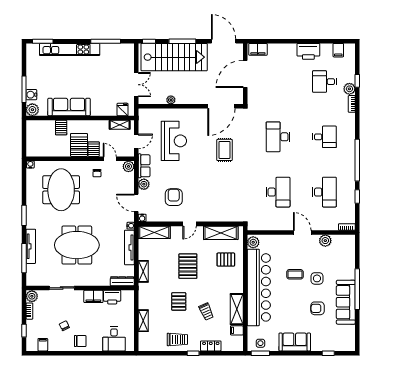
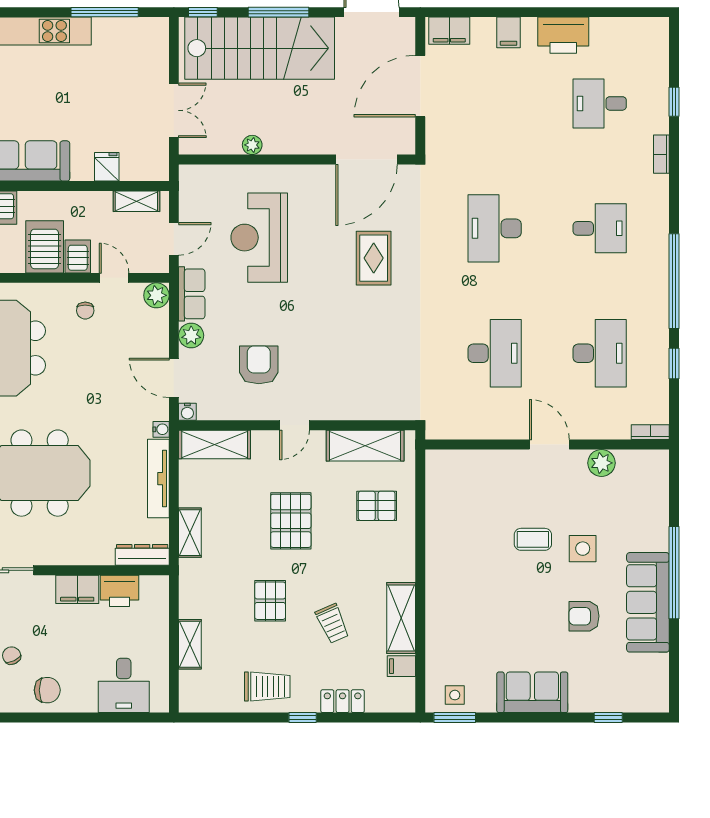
filing cabinet: (338, 50) -> (509, 32), moved
plant: (349, 89) -> (656, 120), removed
fridge: (123, 110) -> (107, 167), moved
reception desk: (174, 141) -> (259, 238), turned 180
plant: (253, 242) -> (439, 467), removed
bar counter: (259, 287) -> (451, 569), removed

